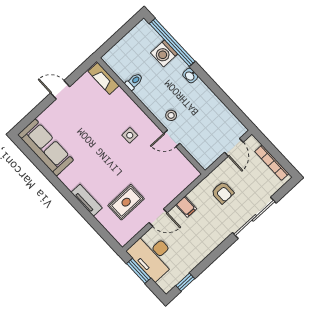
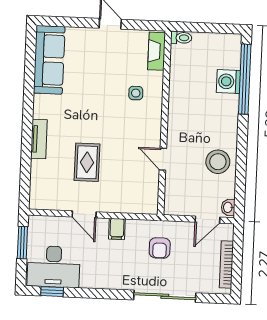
washbasin: (190, 76) -> (228, 207), moved
toilet: (134, 82) -> (181, 38), moved
stool: (171, 115) -> (218, 162), moved, width x1.89, depth x1.89
side table: (130, 135) -> (136, 93), moved
rug: (126, 202) -> (87, 162), moved, turned 90
desk: (153, 255) -> (54, 267), moved, turned -90

